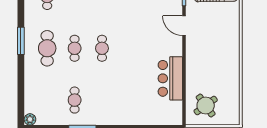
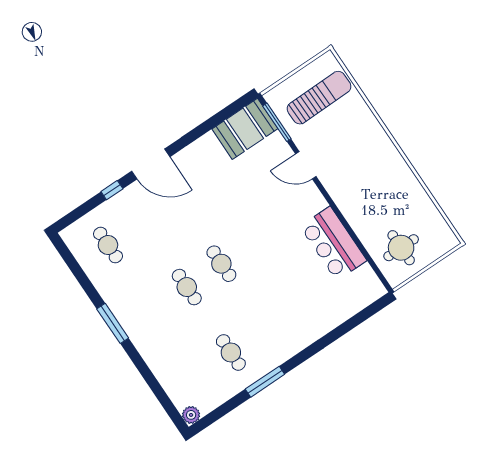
cafe table: (47, 48) -> (152, 310), removed
round table: (206, 106) -> (401, 248), turned 36

